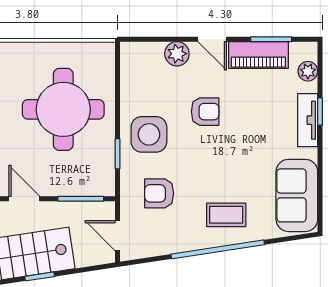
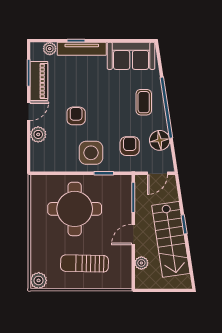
tv unit: (308, 120) -> (82, 49), width x1.41
armchair: (159, 193) -> (130, 146), turned 180
floor lamp: (168, 239) -> (160, 140), added

